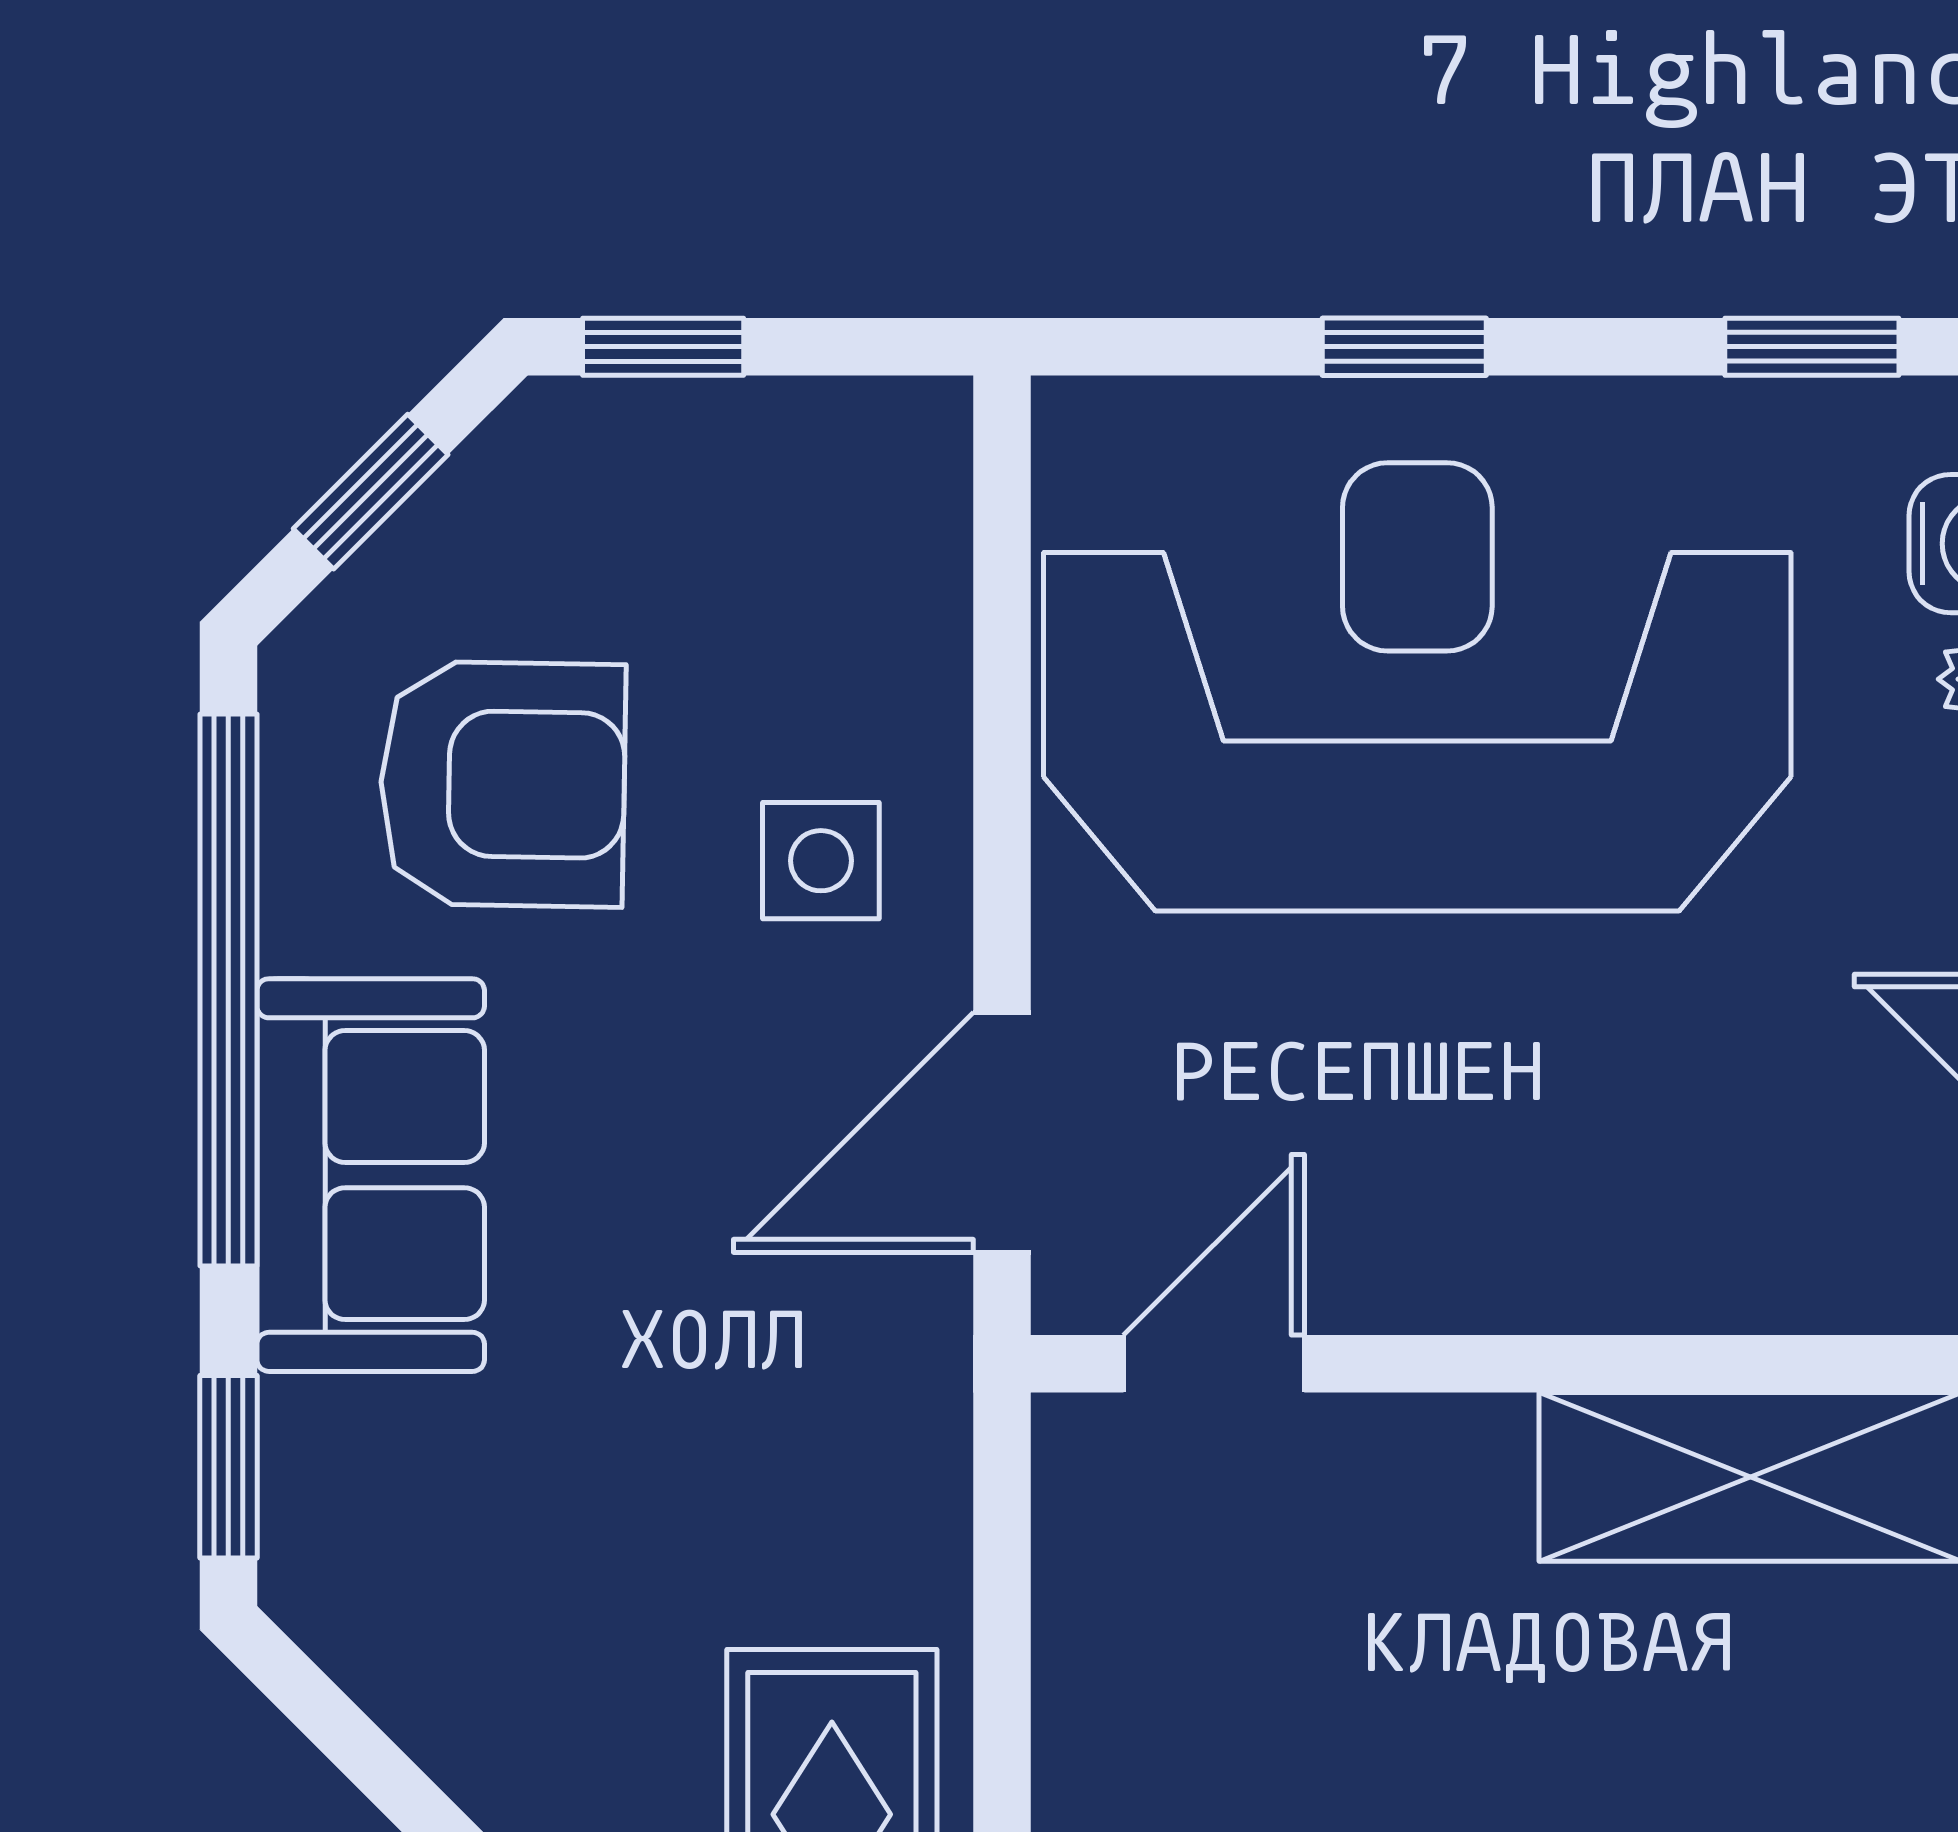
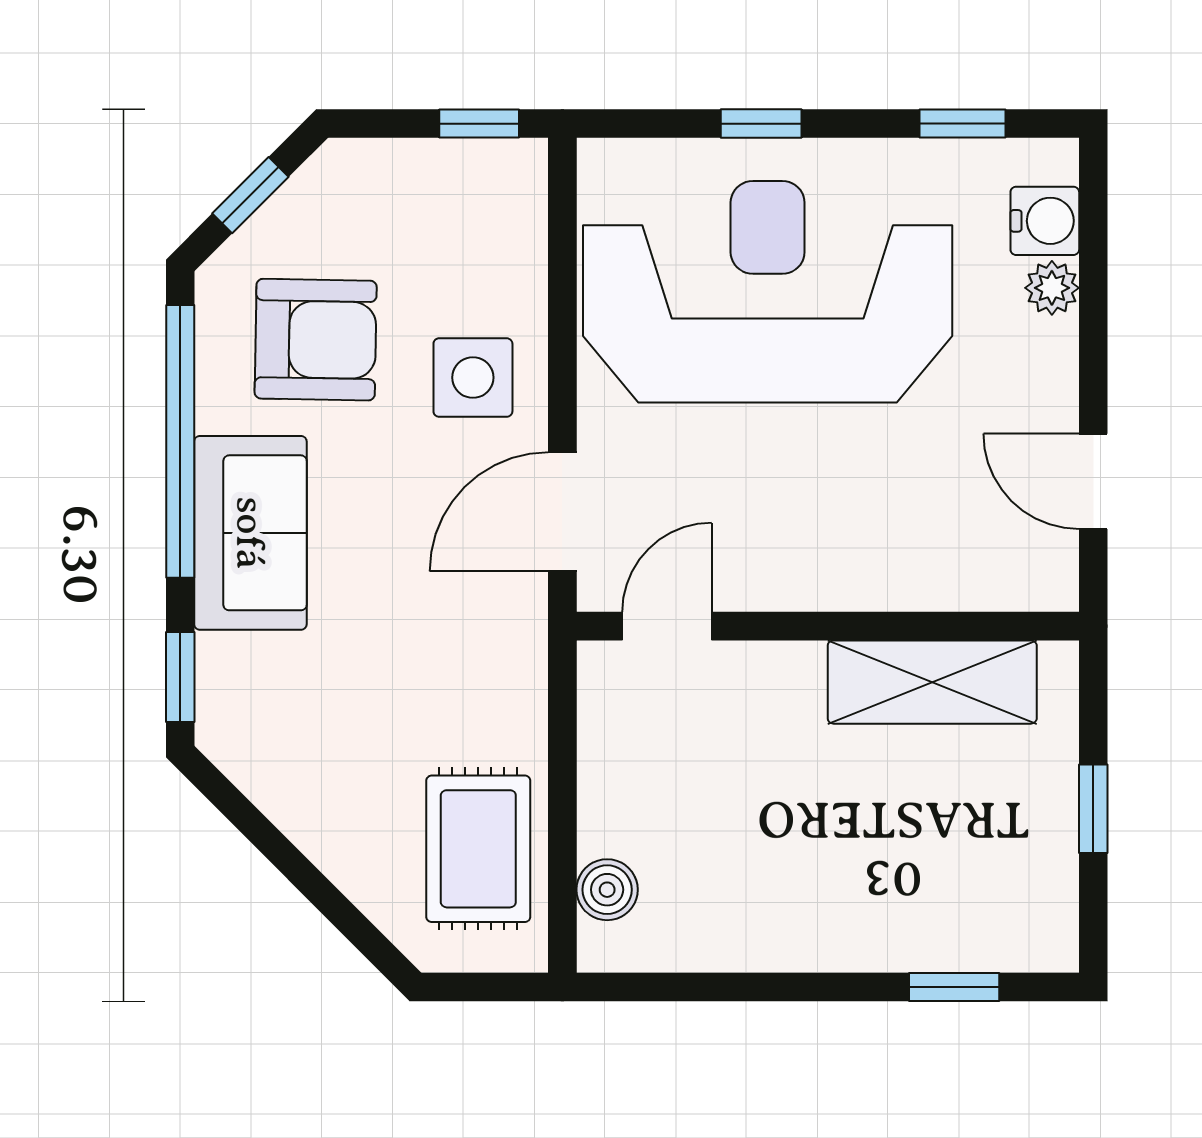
window: (663, 347) -> (479, 124), moved
side table: (821, 861) -> (473, 378), width x1.37, depth x1.37

